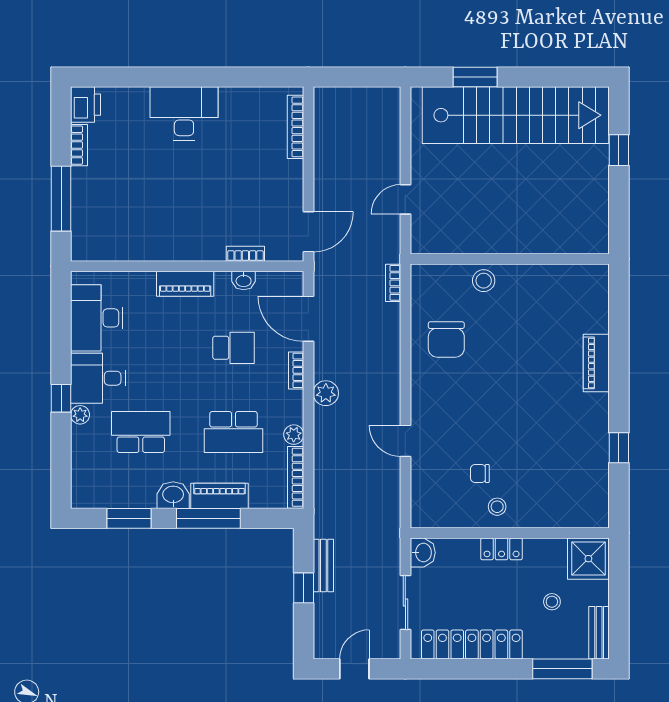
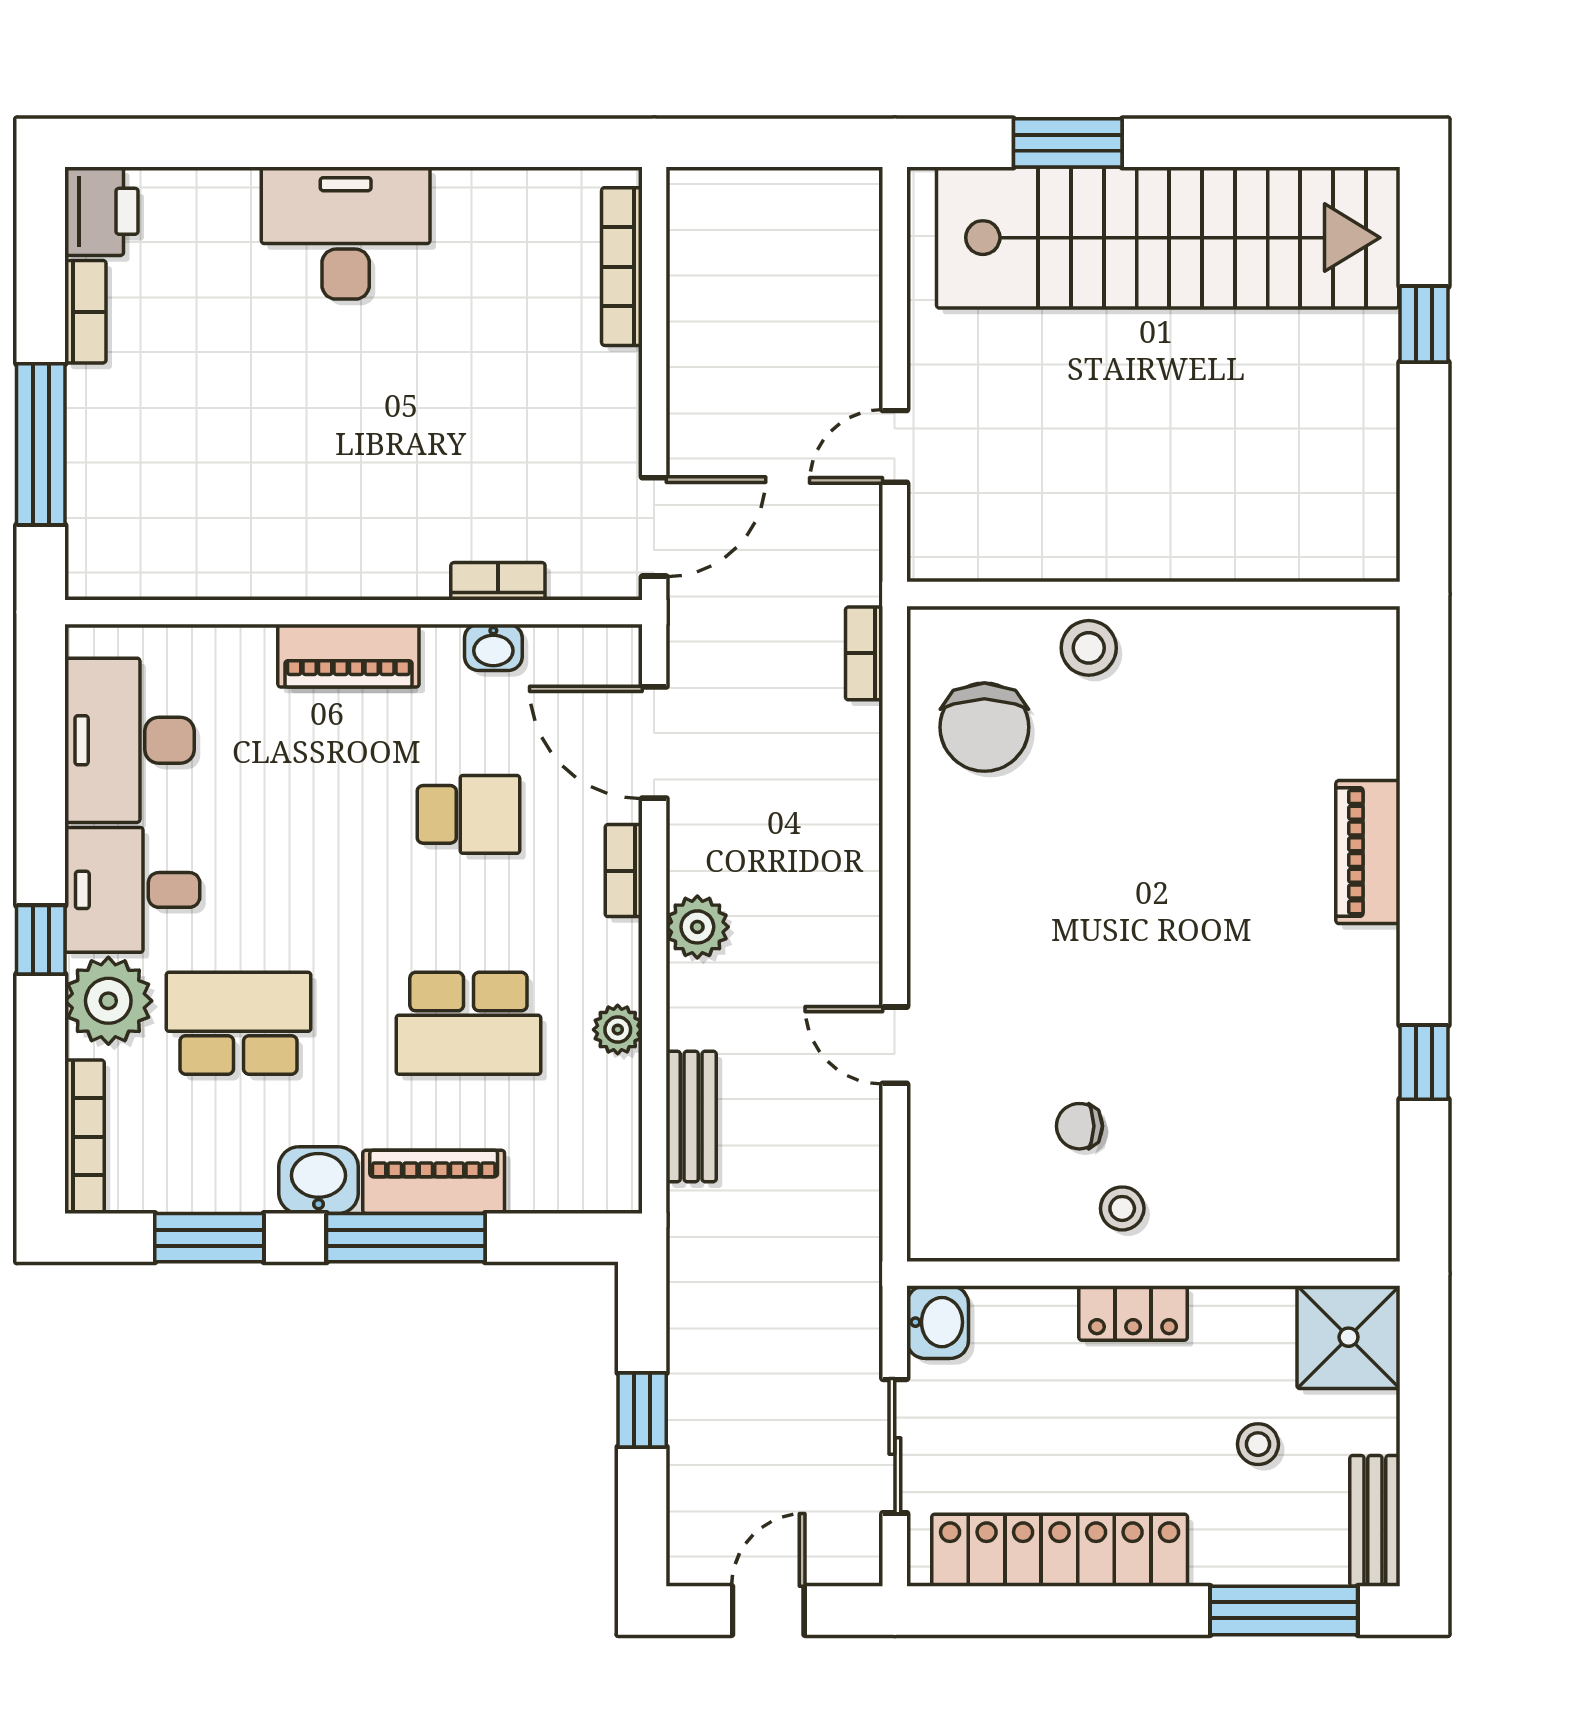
chair: (446, 339) -> (984, 727), moved
plant: (80, 415) -> (108, 1001), width x1.87, depth x1.87
bookcase: (296, 477) -> (84, 1137), moved, turned 180
bench: (323, 565) -> (691, 1116), moved

